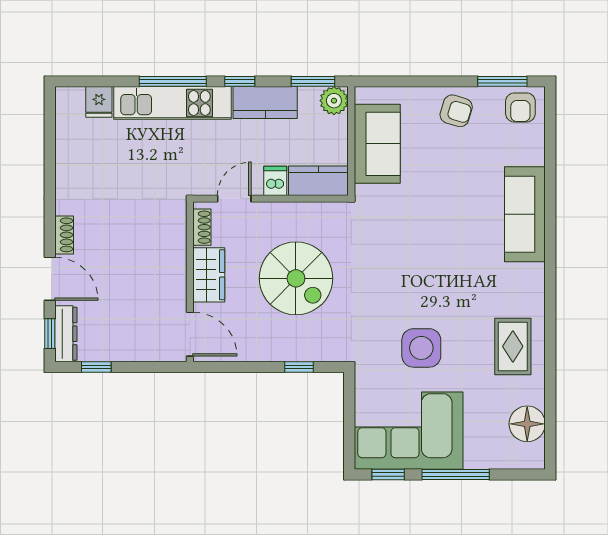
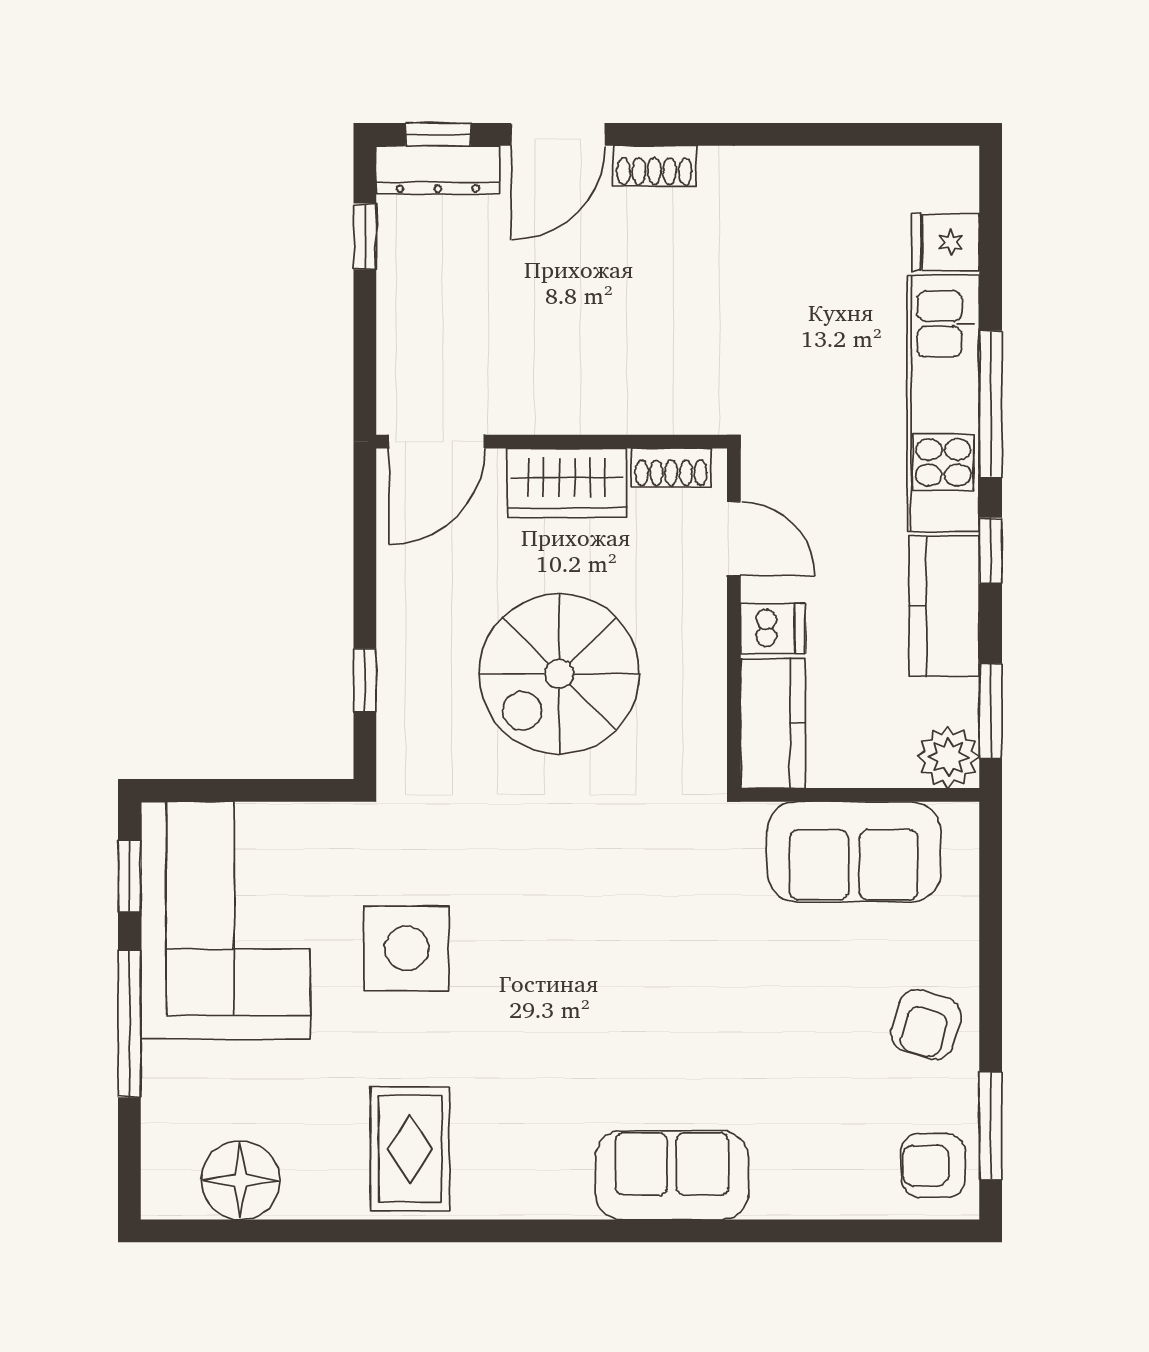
sofa: (525, 214) -> (672, 1175), width x0.73
rug: (513, 346) -> (410, 1149), turned 90

